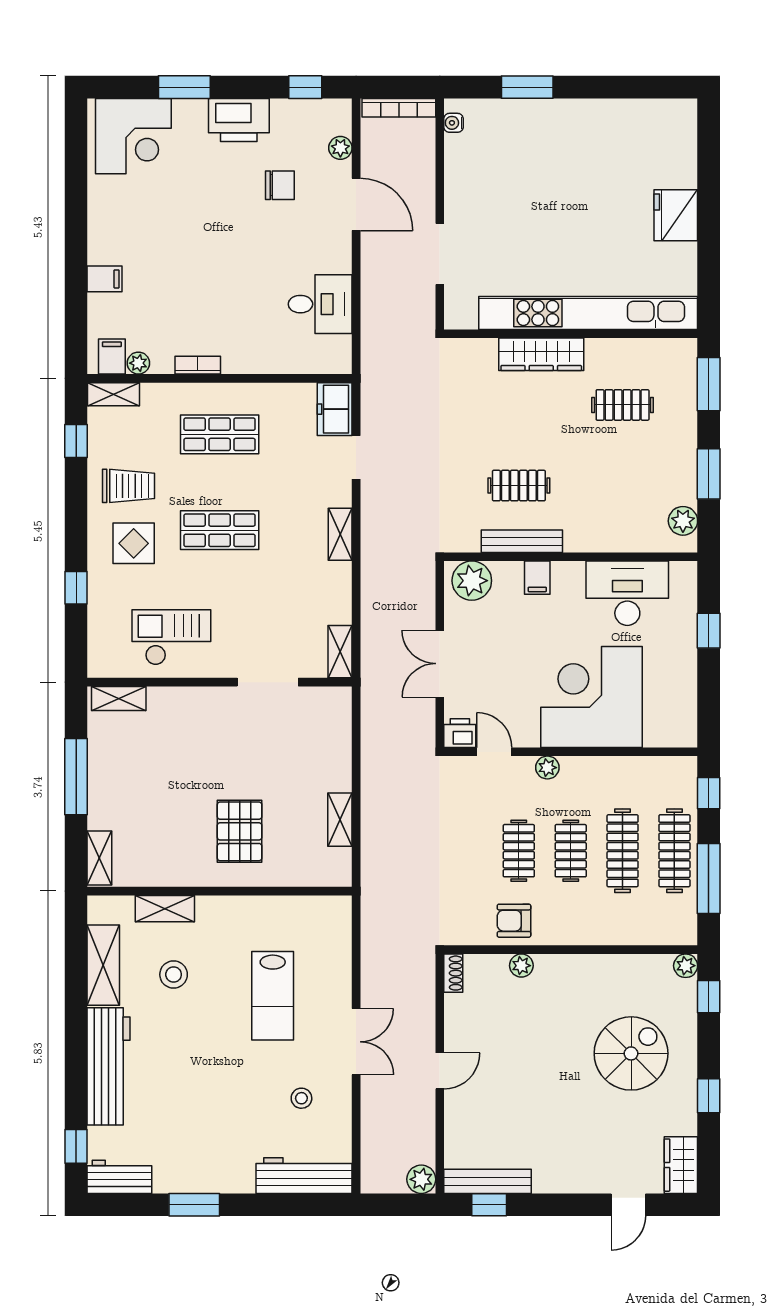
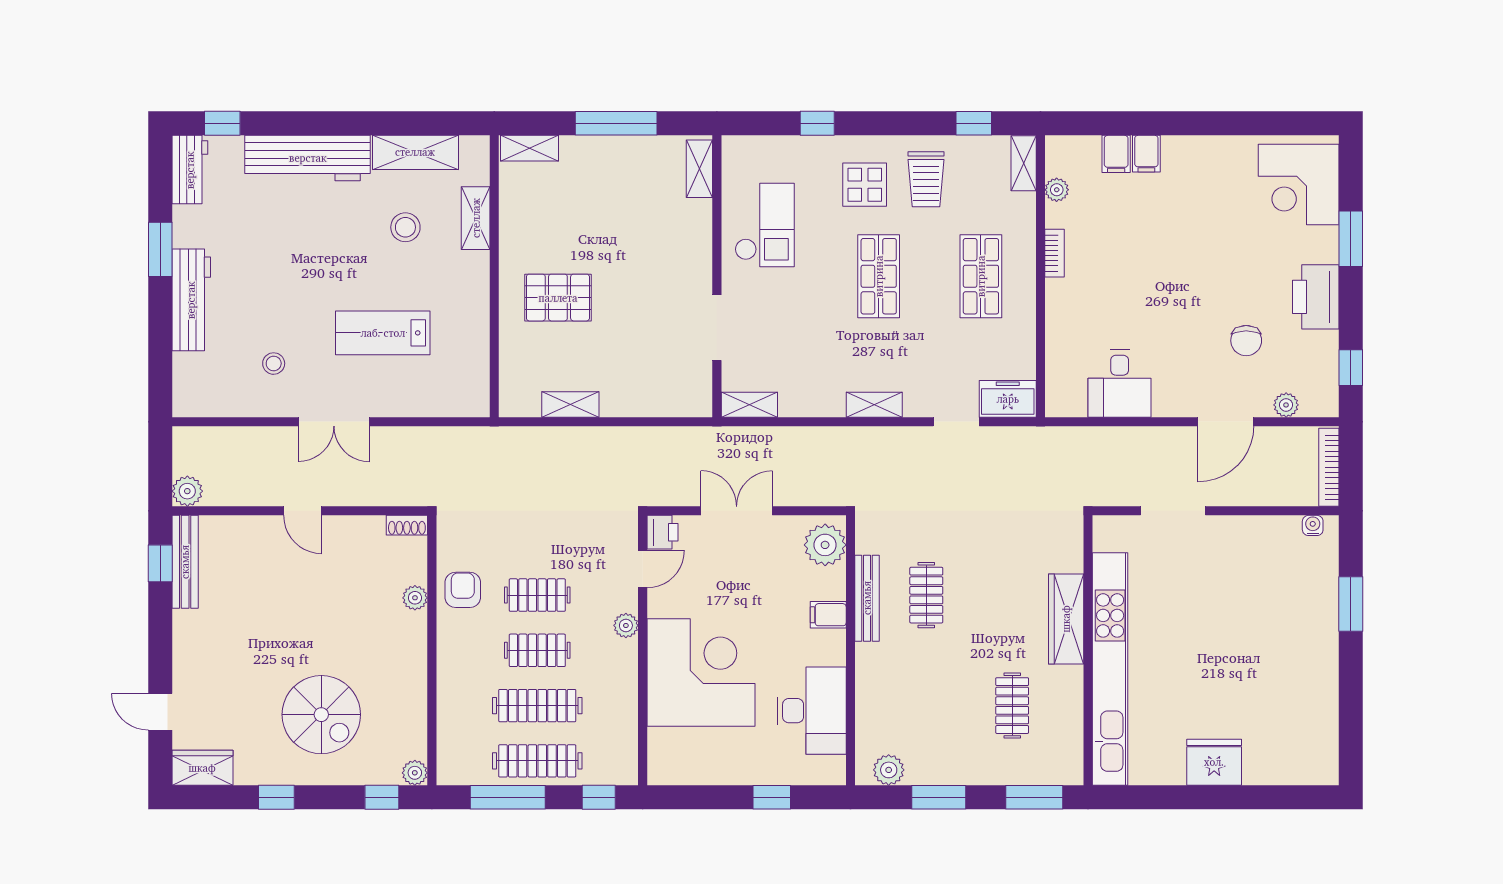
filing cabinet: (112, 357) -> (1116, 154), moved, turned 90
workbench: (304, 1176) -> (191, 300), moved

